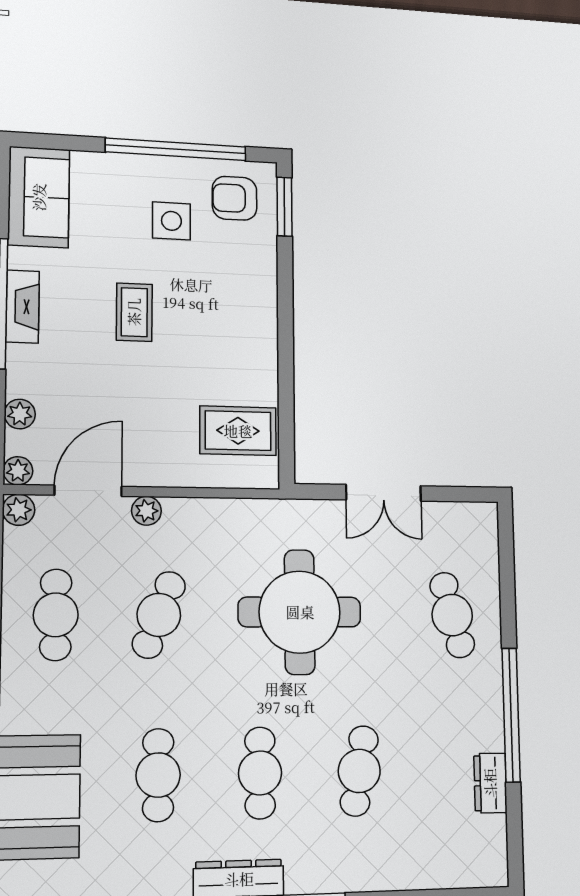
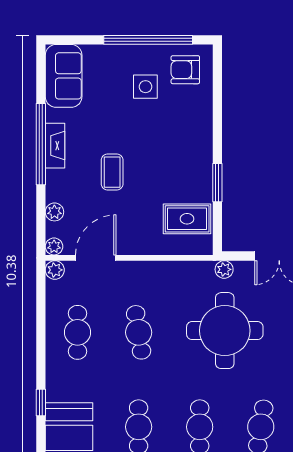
window: (284, 207) -> (217, 183), moved
coffee table: (134, 312) -> (112, 172), moved
plant: (146, 511) -> (224, 269), moved
cafe table: (159, 615) -> (139, 332), turned -30

